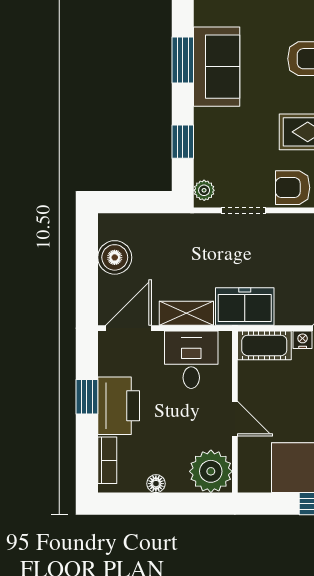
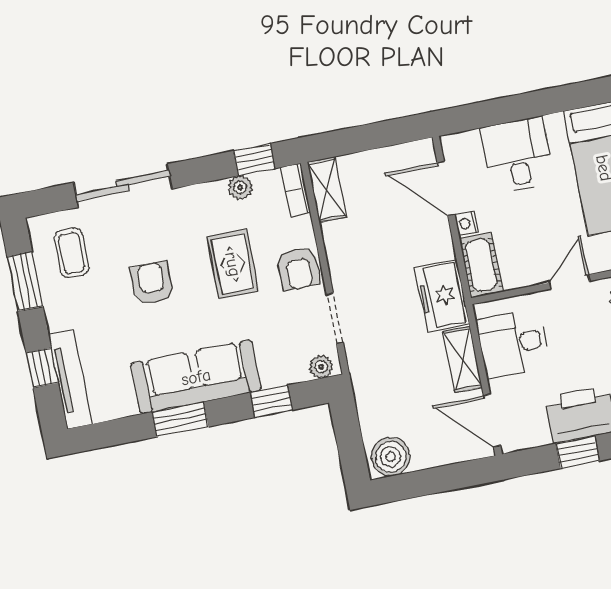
sofa: (217, 67) -> (196, 377), width x1.36
boiler: (115, 257) -> (391, 457), moved

